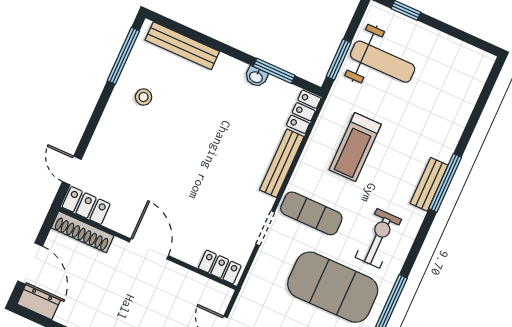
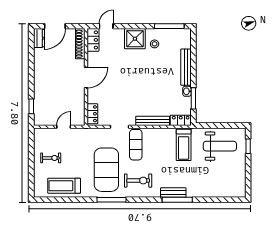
bench: (182, 46) -> (186, 67), moved
window: (339, 60) -> (212, 126), removed
weight bench: (383, 62) -> (220, 146), turned -90
shower: (118, 128) -> (135, 39), added
treadmill: (355, 147) -> (184, 145), moved, turned -90

